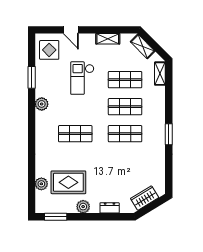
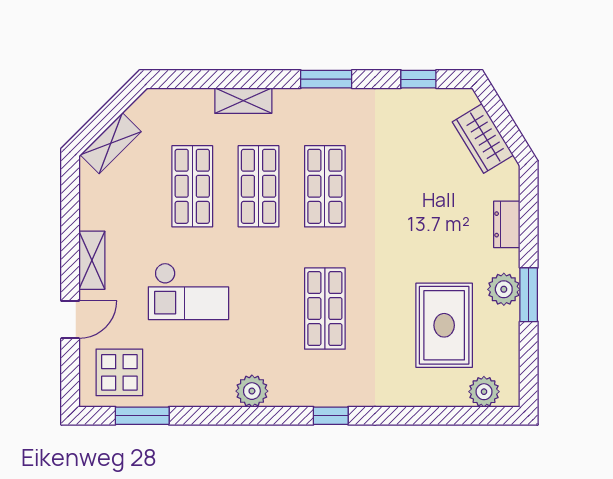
shelving: (108, 39) -> (92, 260), moved
shelving: (160, 74) -> (243, 101), moved
window: (32, 77) -> (142, 416), moved
window: (32, 136) -> (331, 416), added
window: (169, 172) -> (418, 79), added
plant: (41, 184) -> (484, 392), moved
window: (56, 217) -> (529, 295), moved

